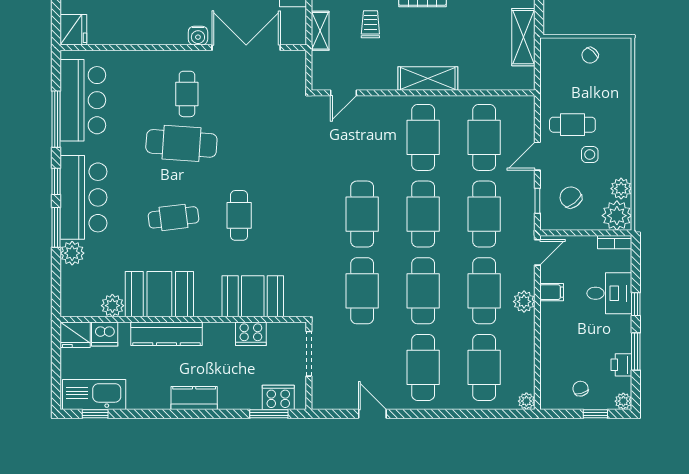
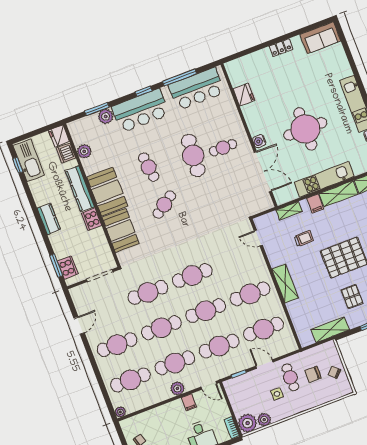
fridge: (73, 30) -> (244, 95), moved, turned -90
chair: (571, 197) -> (313, 374), moved, turned -142
cafe table: (239, 215) -> (164, 205), turned -35
window: (56, 227) -> (97, 109), moved
booth: (159, 294) -> (107, 192), moved
cooker: (251, 334) -> (91, 219), moved

